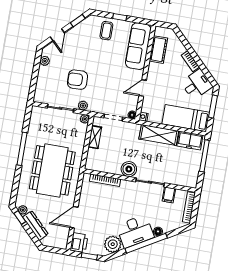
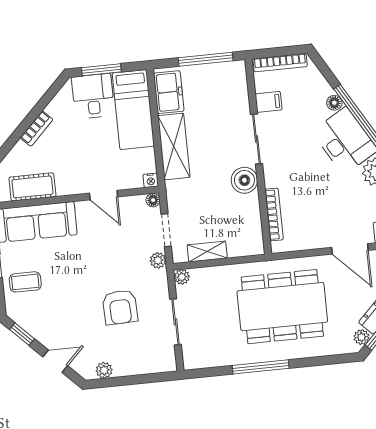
desk: (197, 84) -> (93, 96), moved, turned 45
plant: (83, 106) -> (158, 260), moved
window: (204, 156) -> (206, 59), moved

